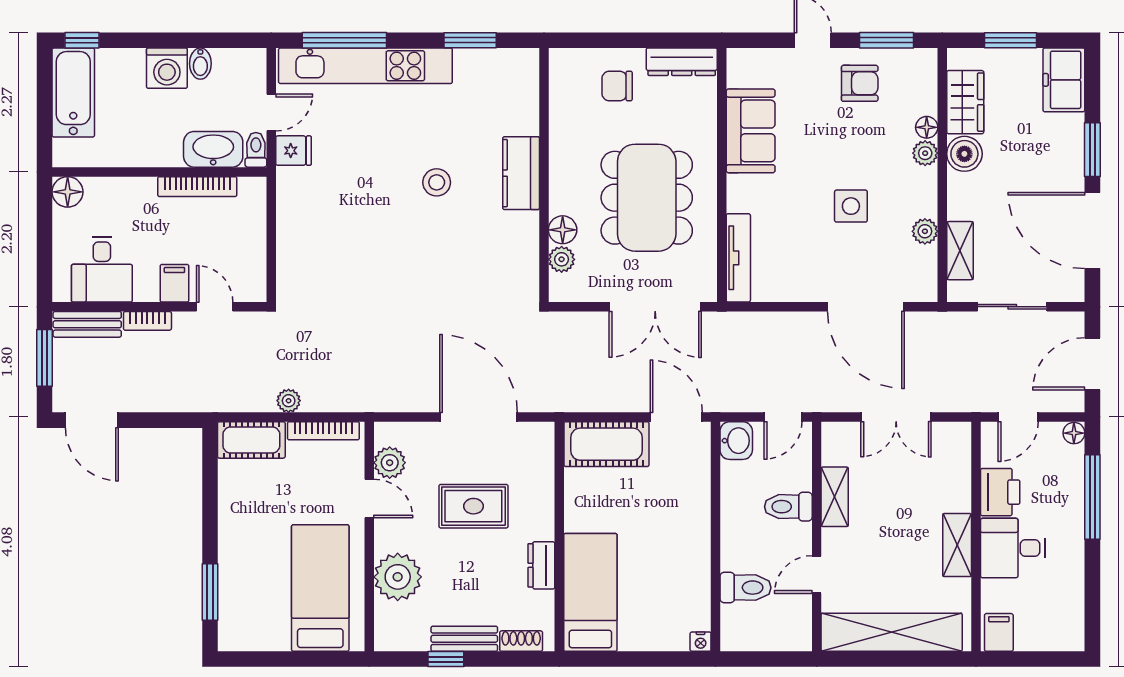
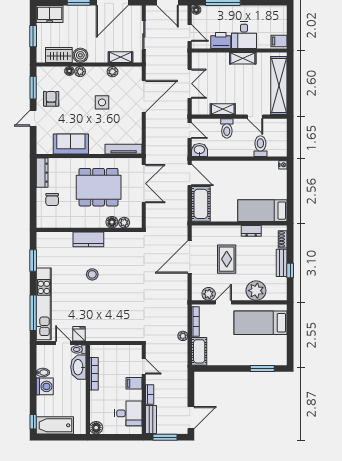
door: (215, 307) -> (144, 367), swing flipped
door: (676, 417) -> (190, 175), swing flipped

